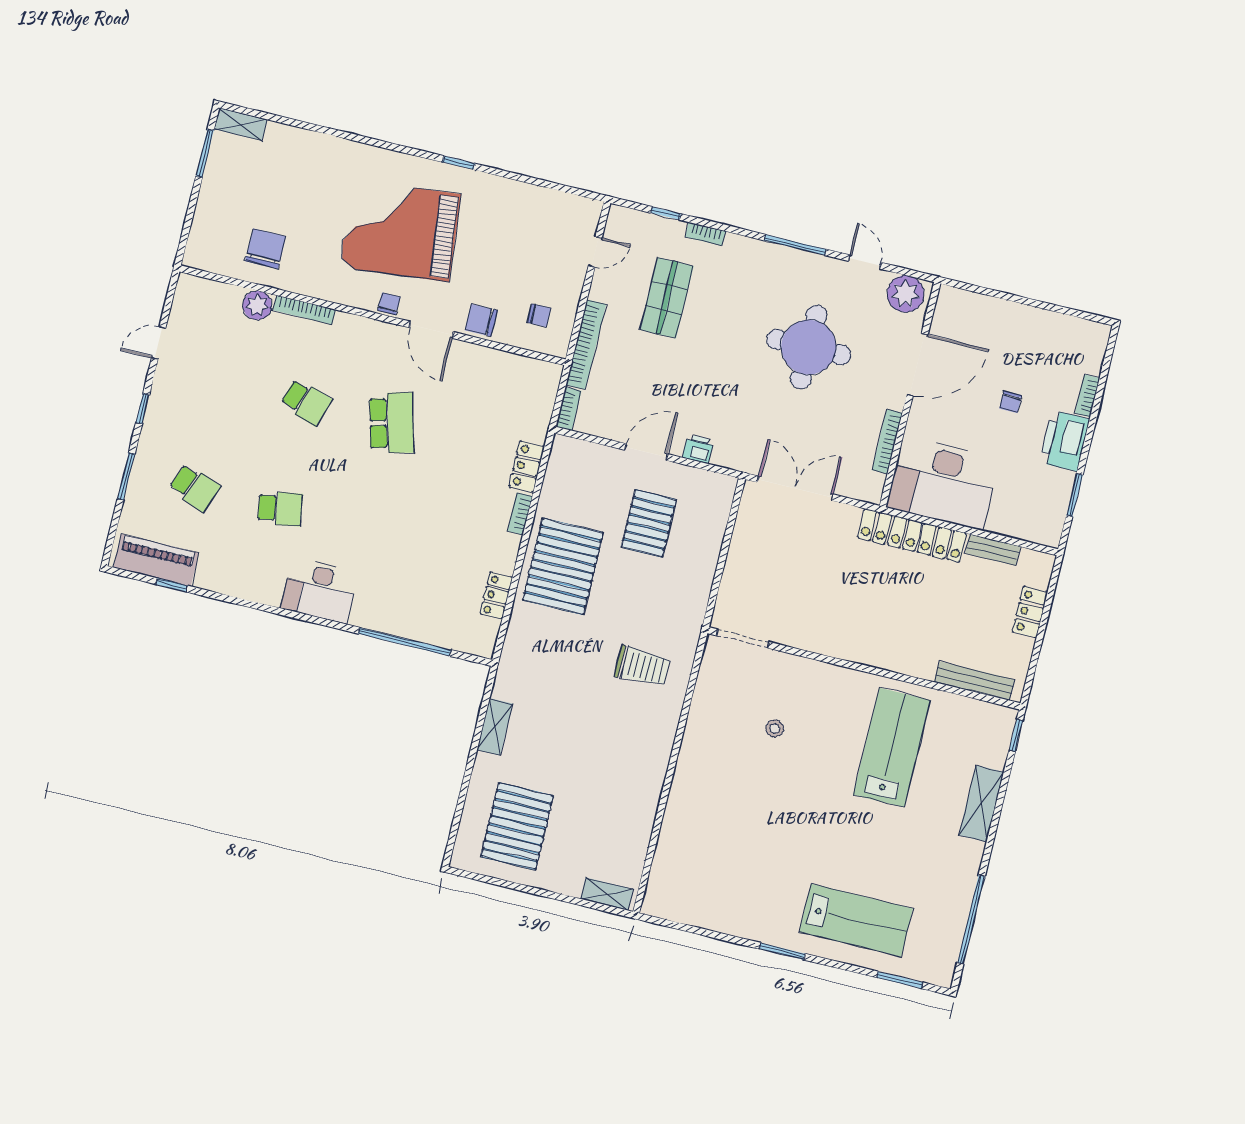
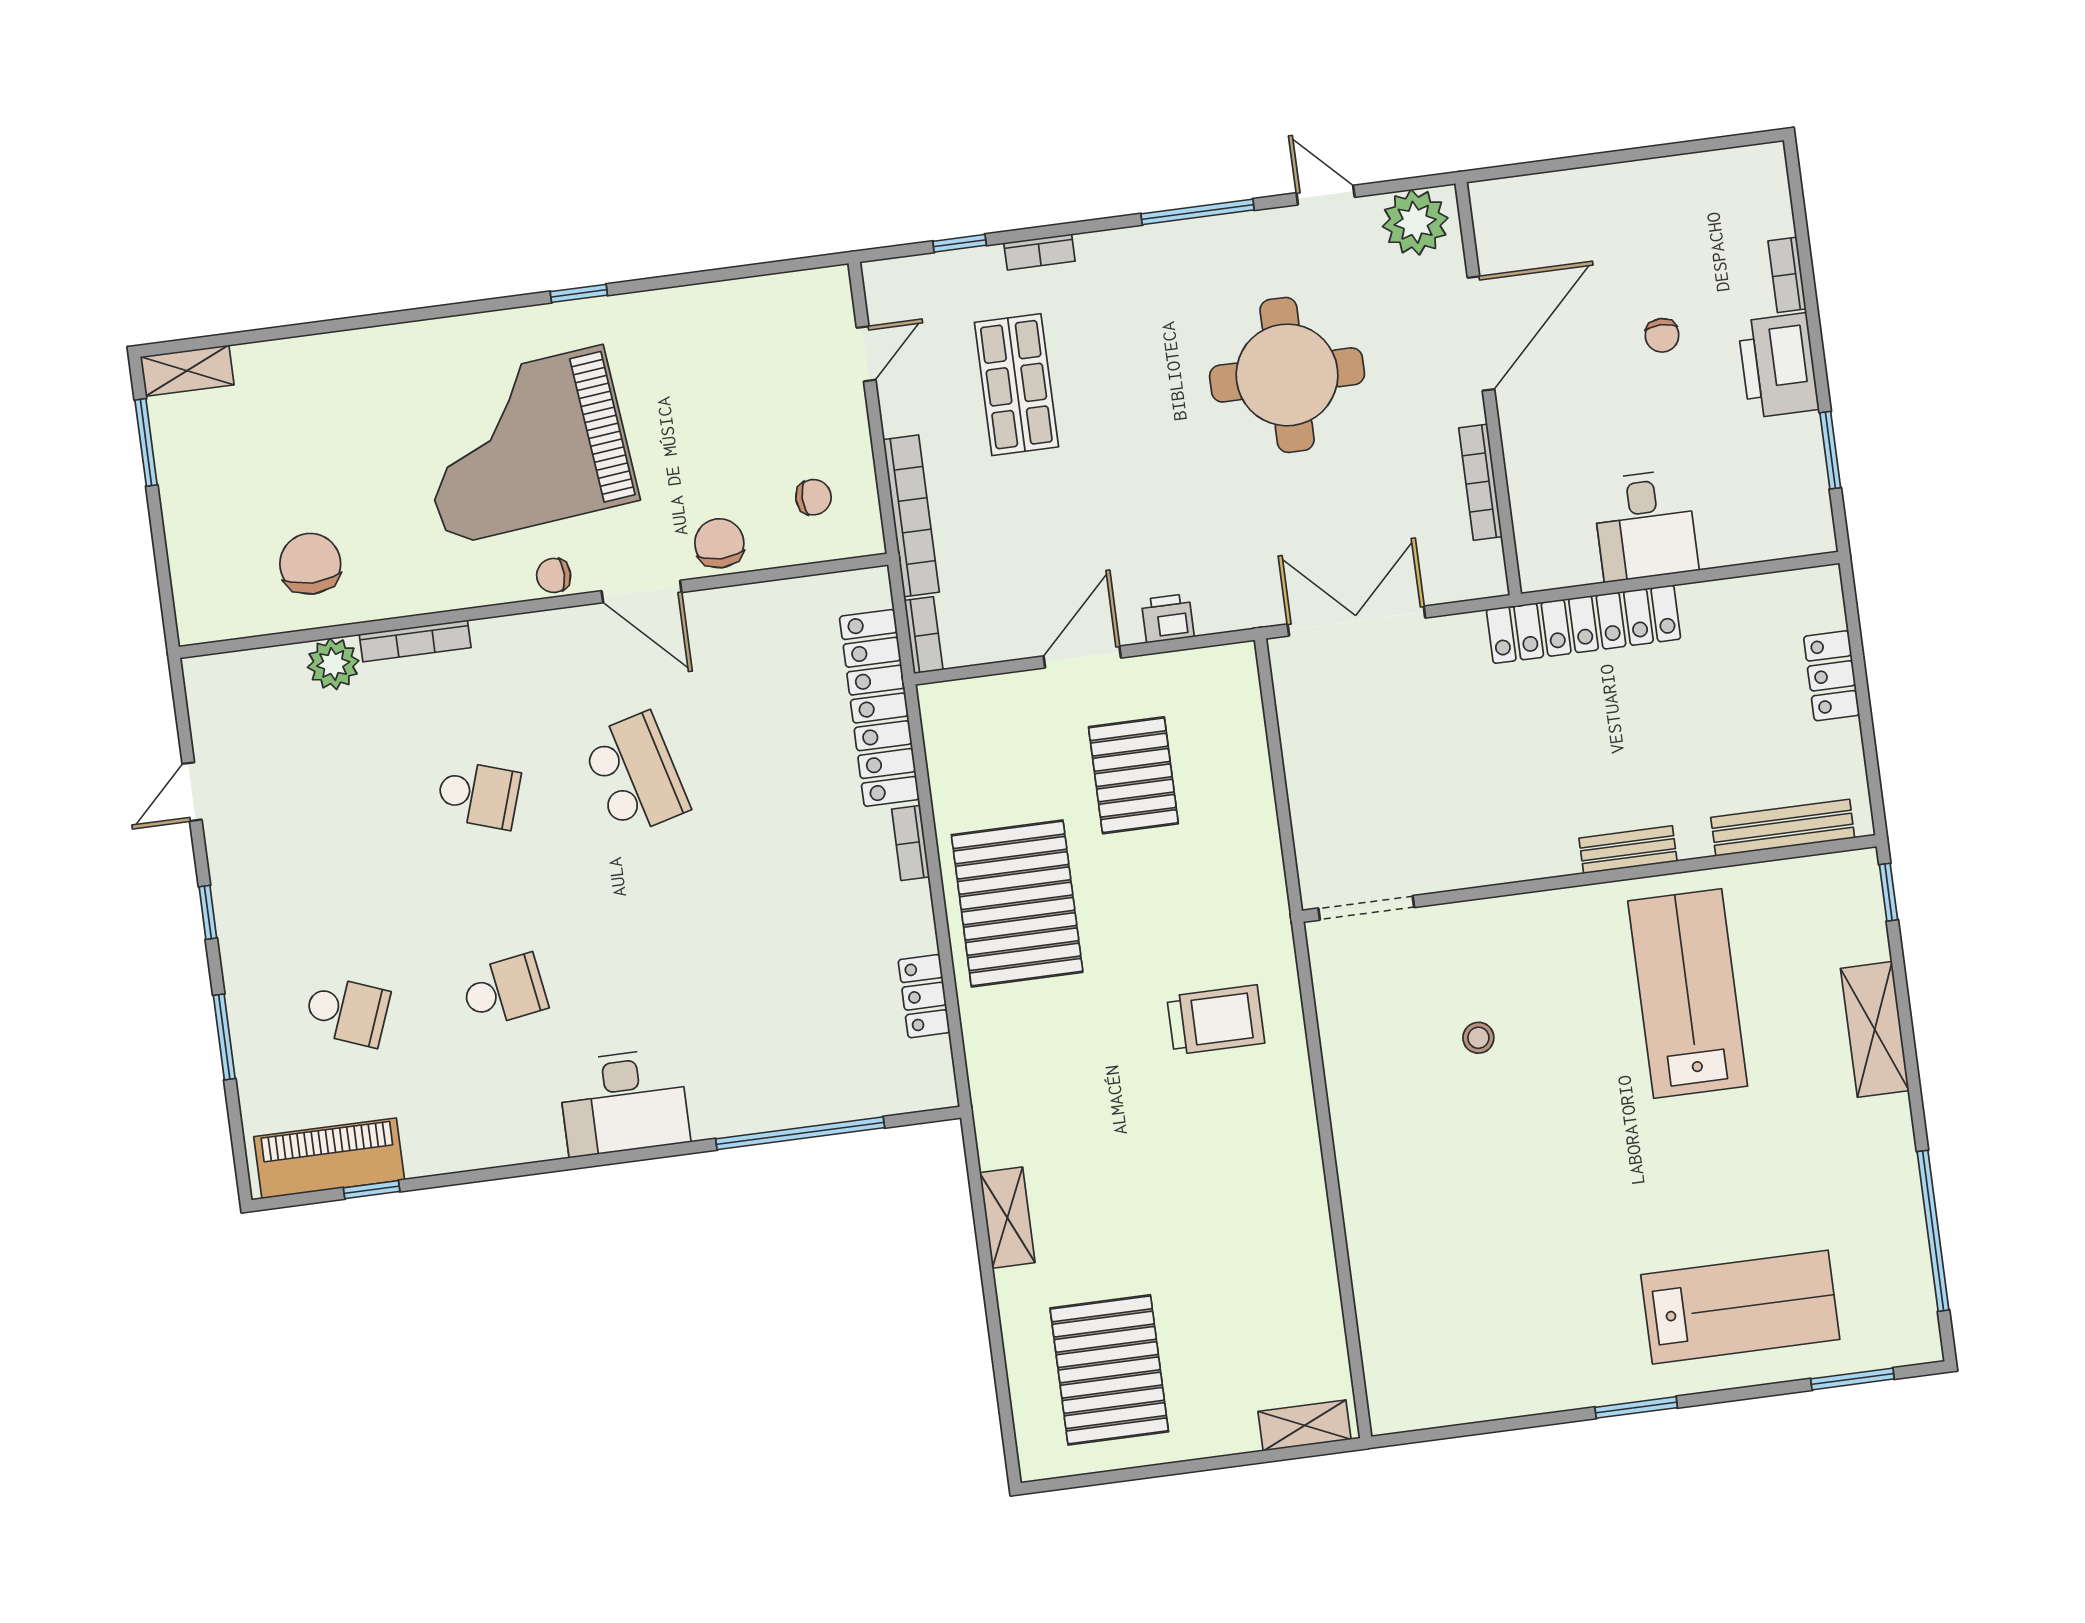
chair: (389, 304) -> (554, 575), turned -90
chair: (481, 320) -> (719, 543), turned 90
locker: (527, 467) -> (879, 708), width x2.16, depth x1.21
desk: (943, 483) -> (1645, 525), width x0.53, depth x0.77
bench: (993, 550) -> (1628, 850), moved

